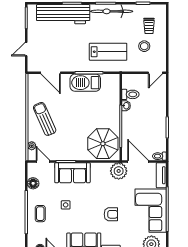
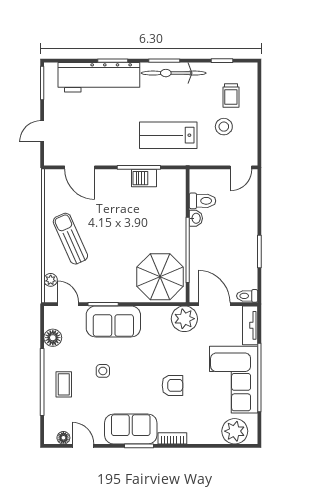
lab bench: (108, 52) -> (168, 135), turned 180
barbecue: (85, 83) -> (144, 178), width x0.53, depth x0.65

